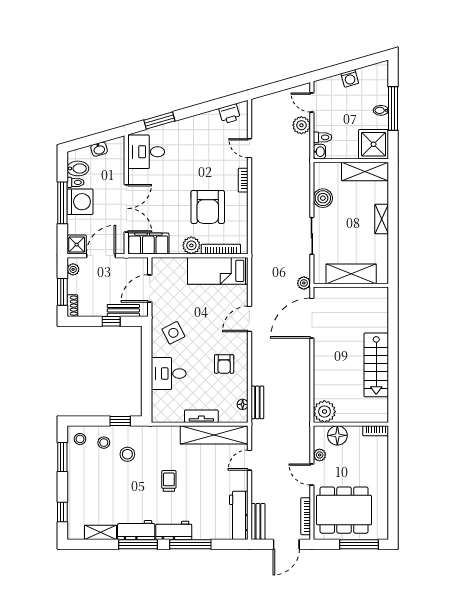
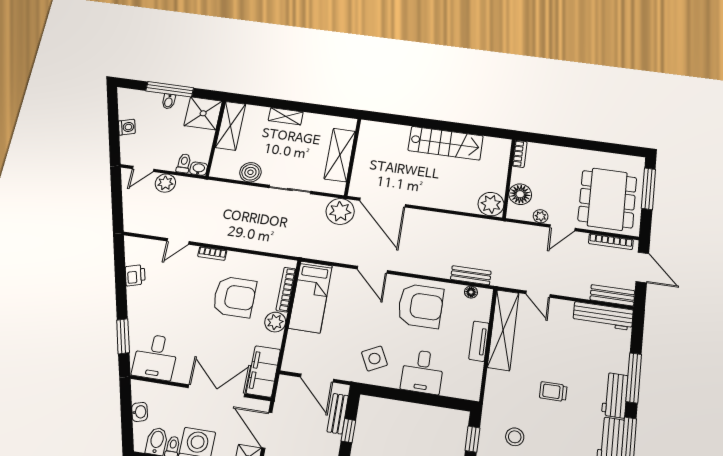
printer: (230, 114) -> (135, 275), moved
plant: (304, 283) -> (340, 211), width x1.87, depth x1.87
armchair: (224, 364) -> (420, 306), width x1.88, depth x1.88

